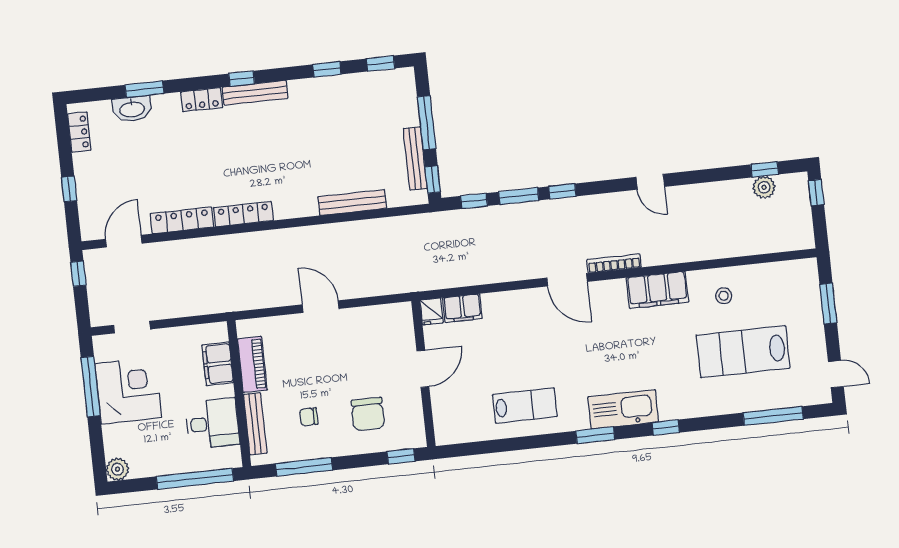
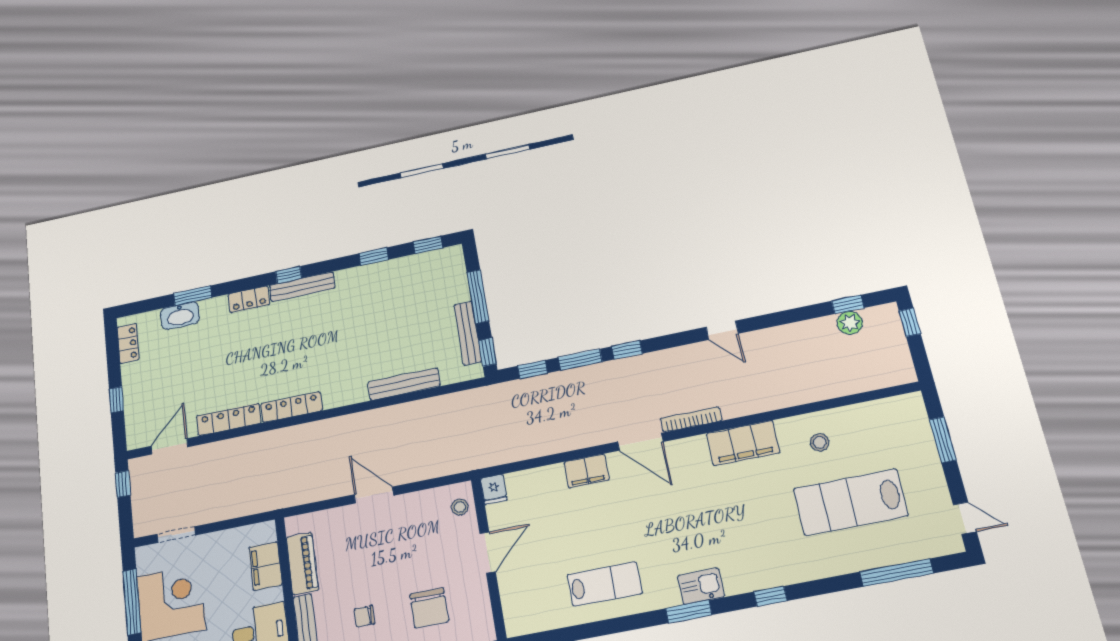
filing cabinet: (462, 308) -> (586, 471), moved
stool: (400, 325) -> (460, 507), added
kitchen sink: (623, 409) -> (701, 586), width x0.53, depth x0.81

